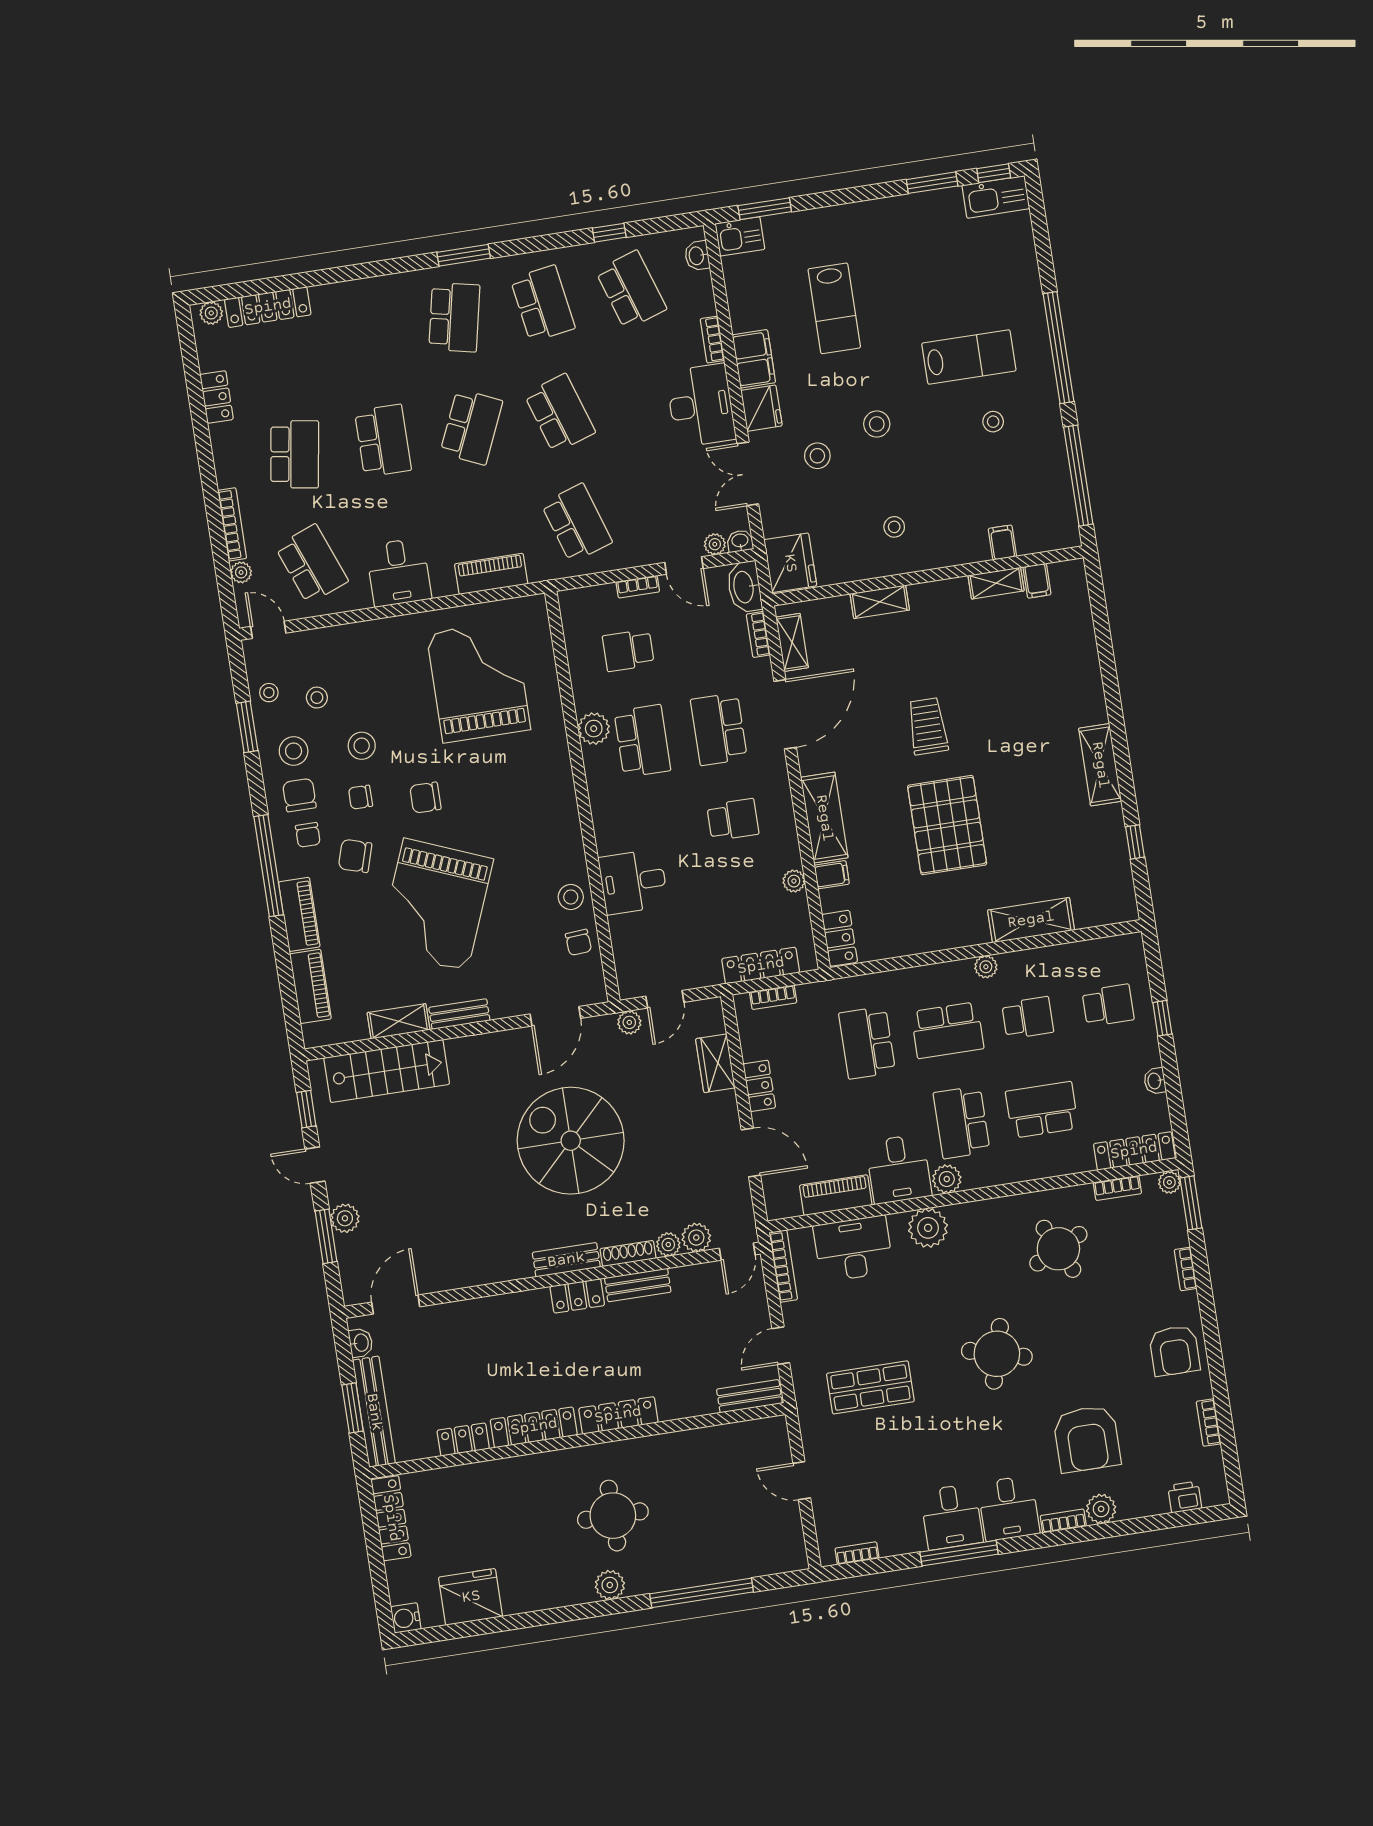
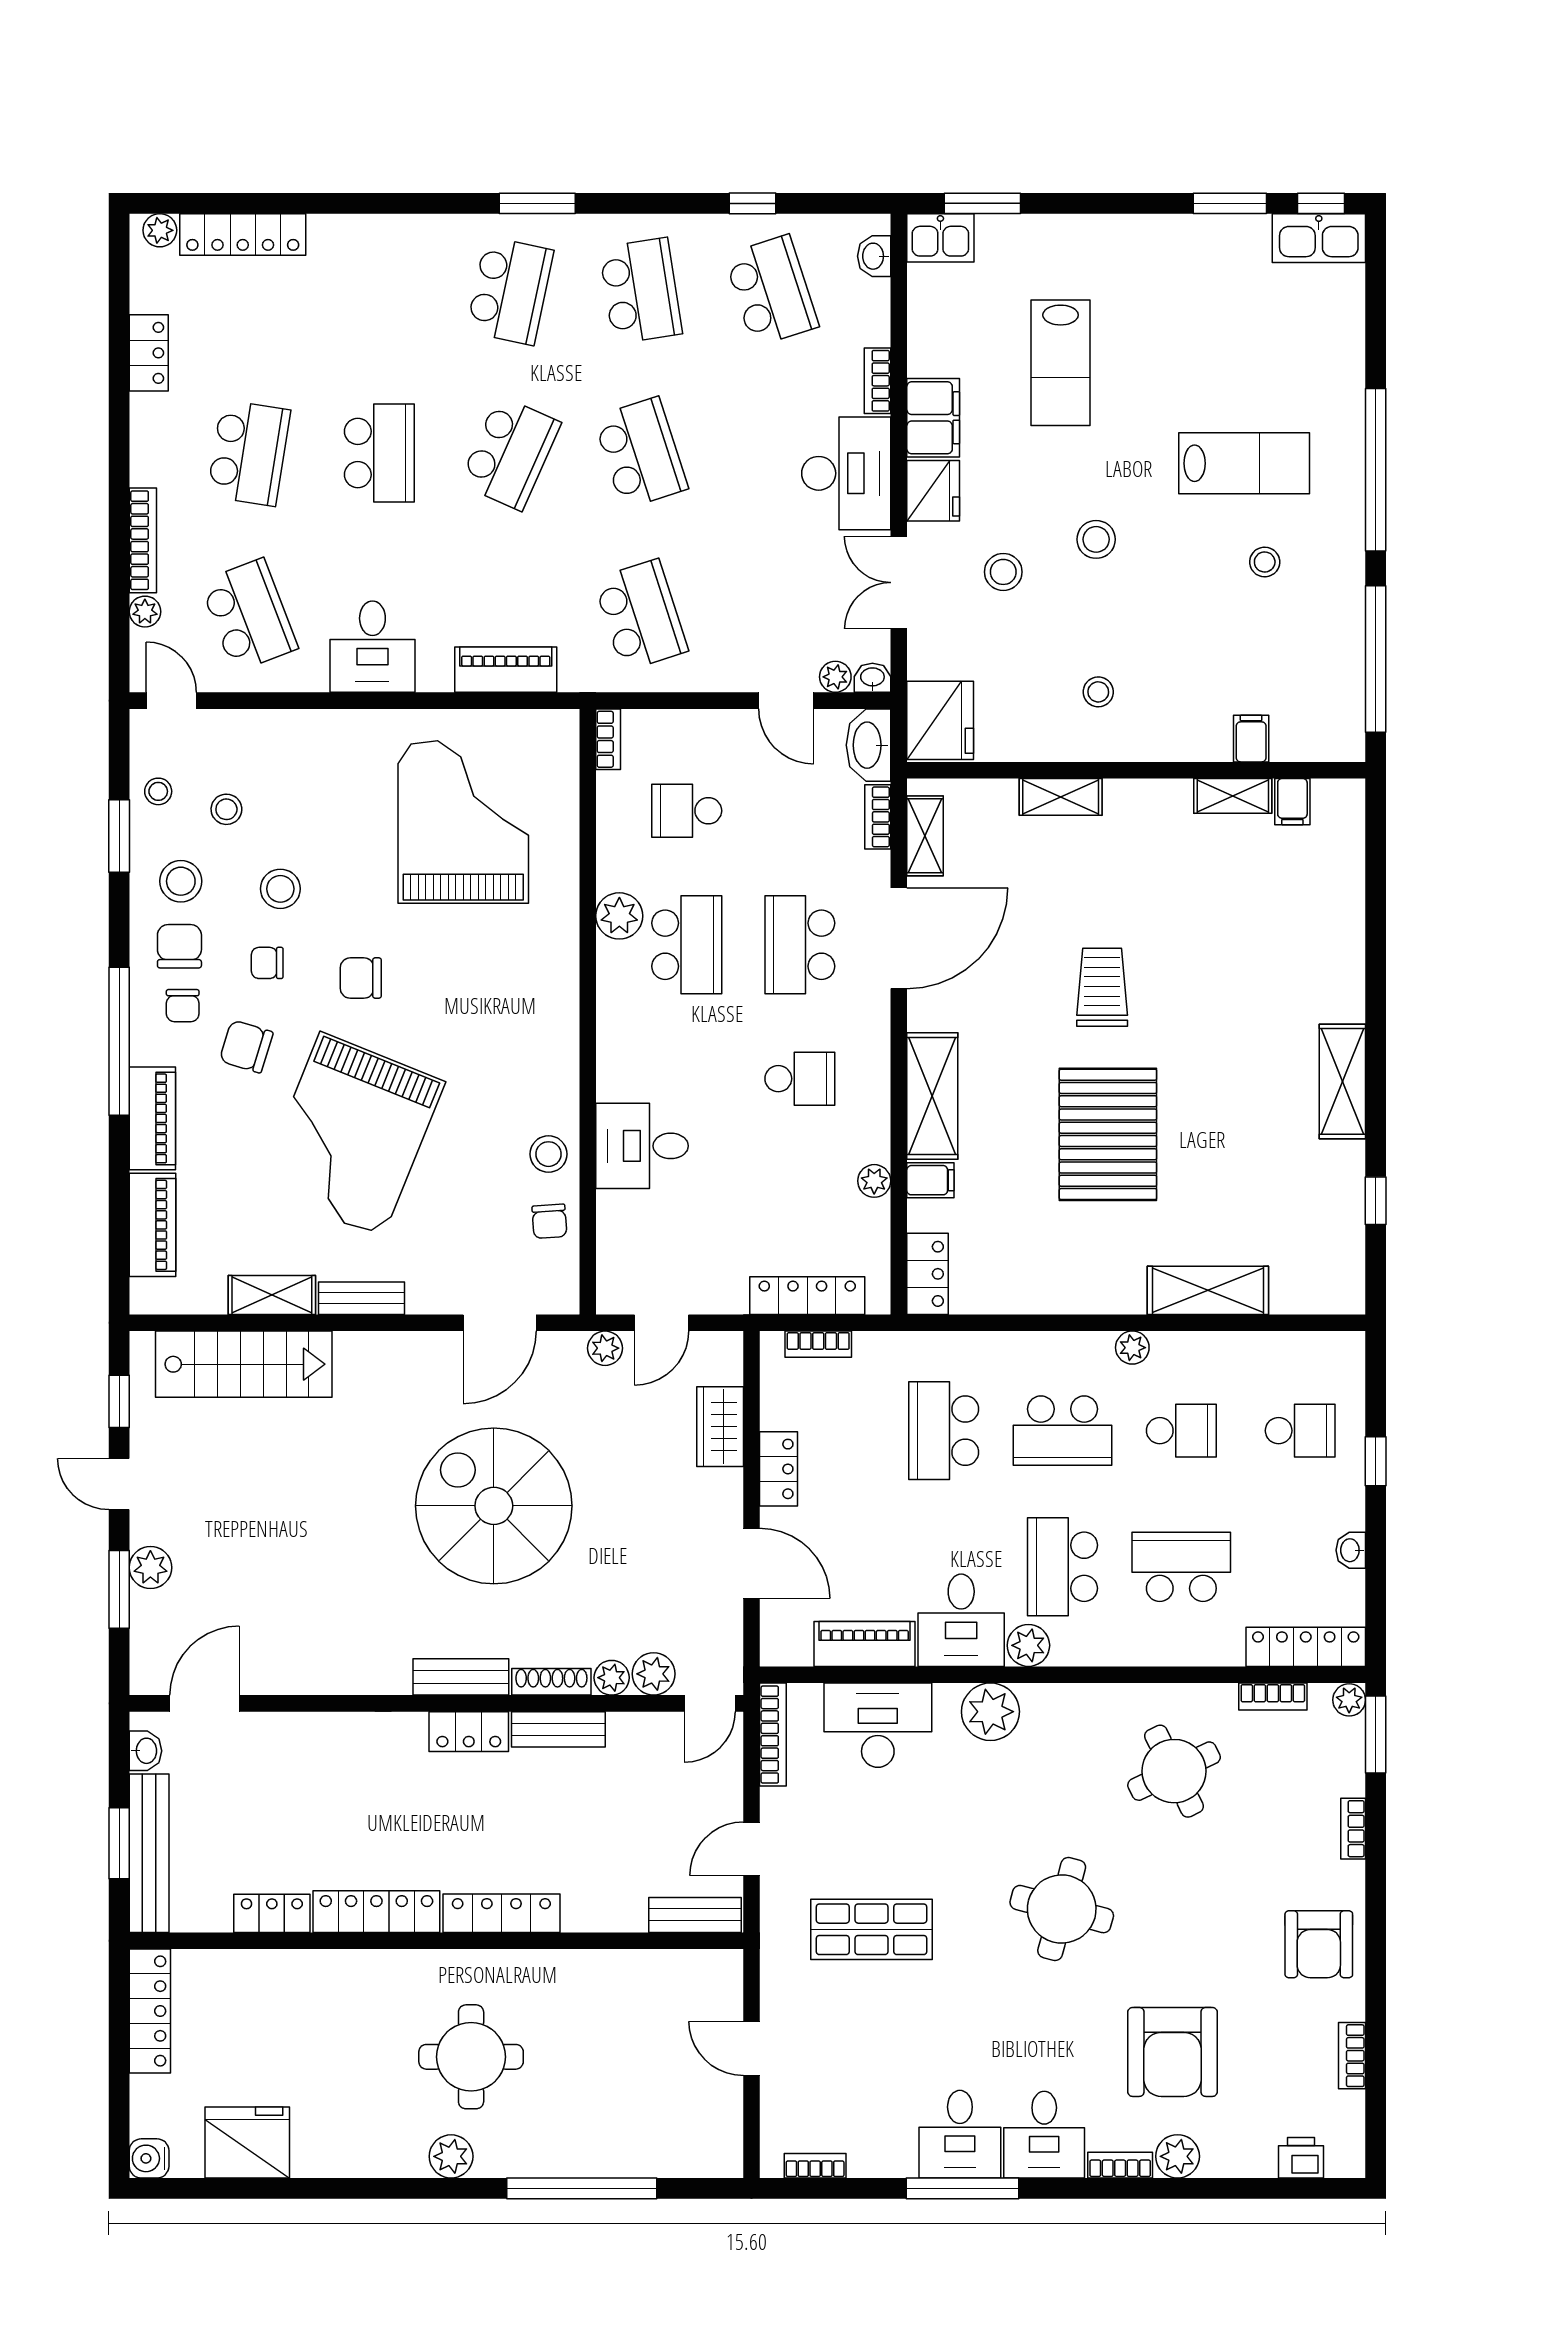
bookcase: (638, 587) -> (608, 739), moved, turned -90

